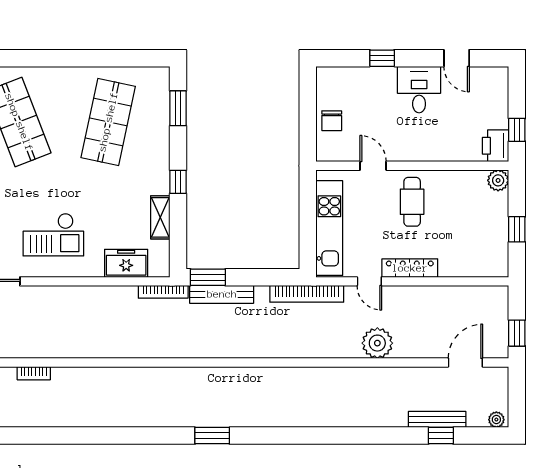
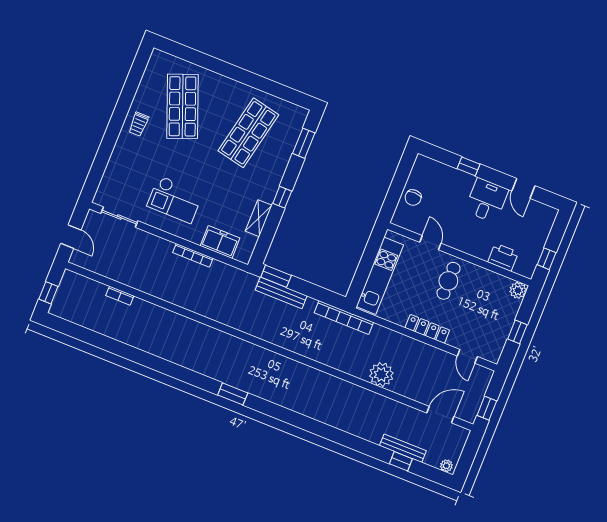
printer: (496, 146) -> (503, 257), moved, turned 90
door: (369, 281) -> (467, 356), moved
bookcase: (163, 292) -> (193, 255), moved

